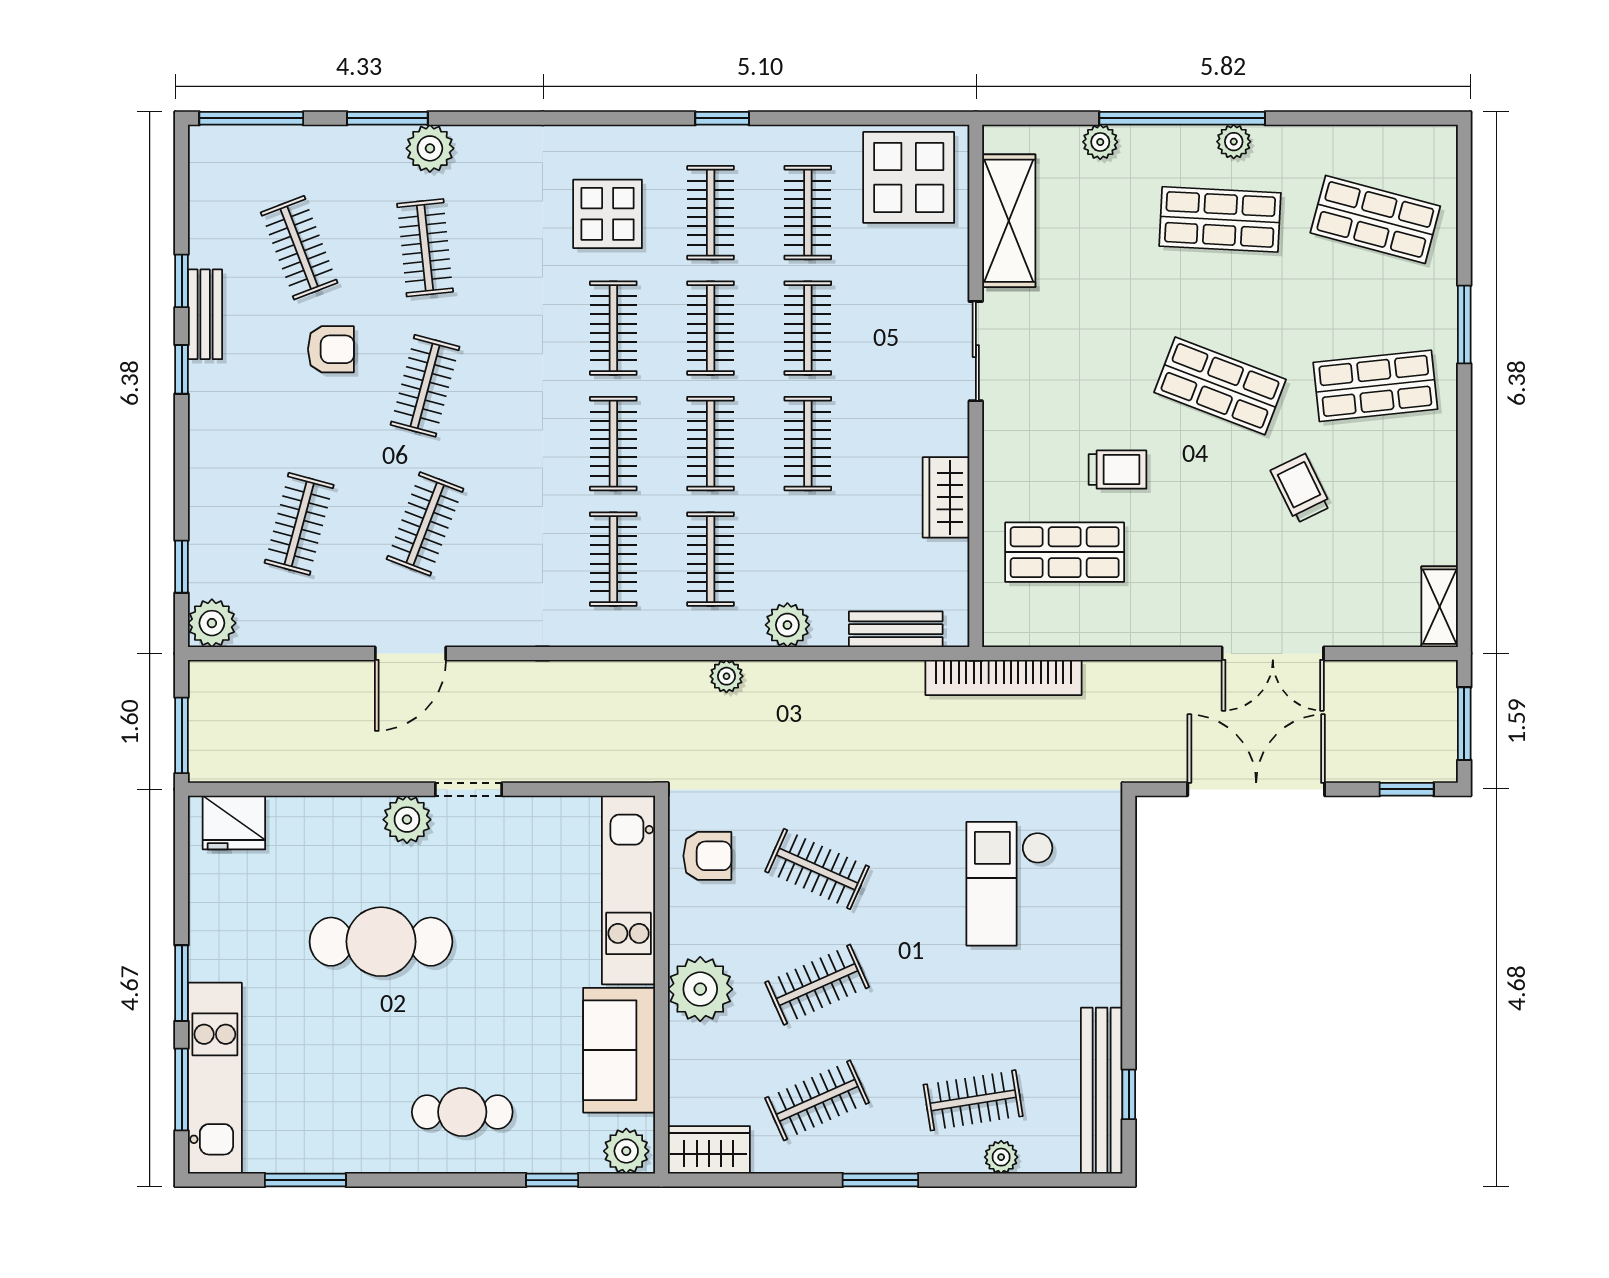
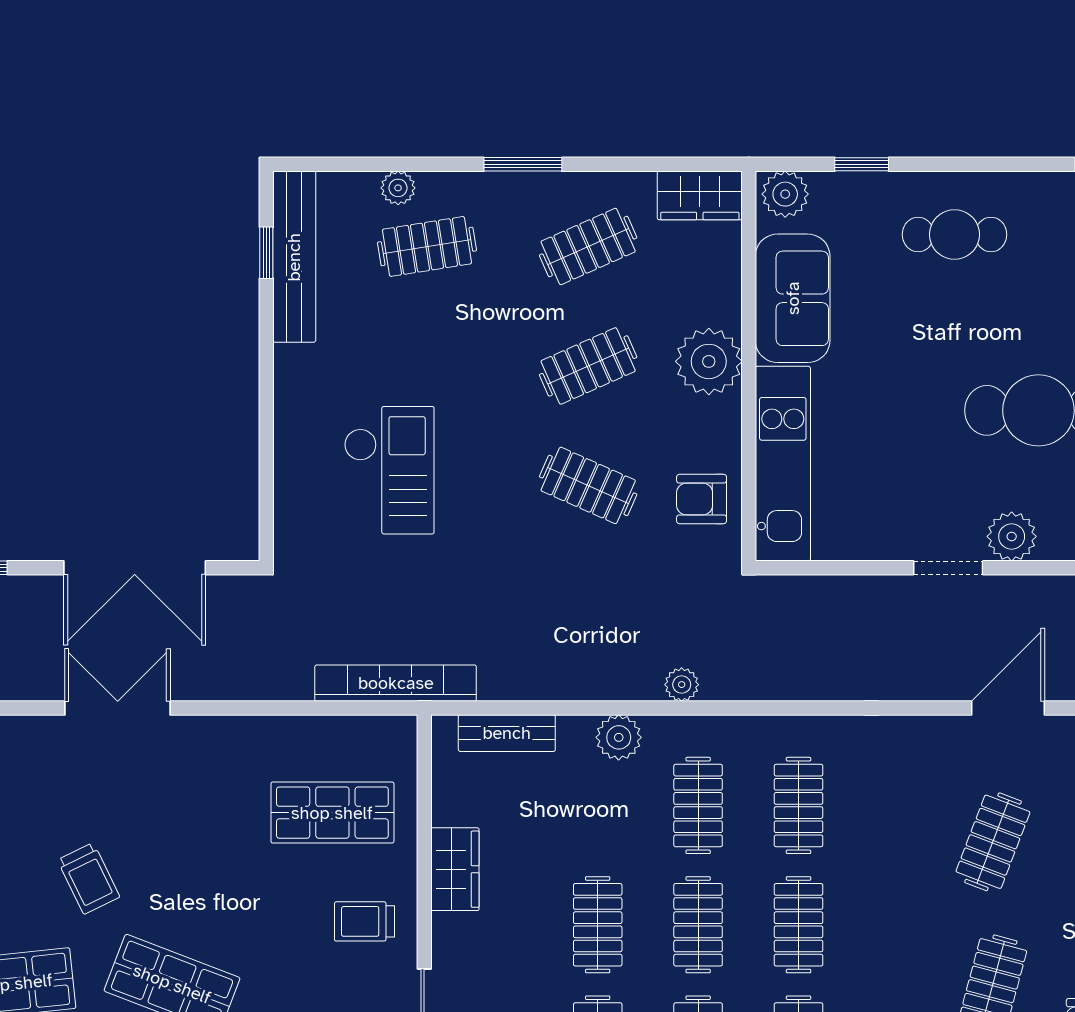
trolley: (1117, 470) -> (364, 921), moved

